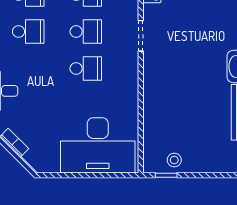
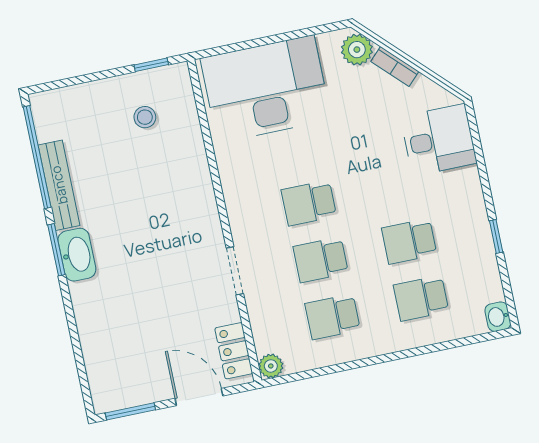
plant: (36, 158) -> (357, 50), added
stool: (174, 160) -> (145, 117), moved

